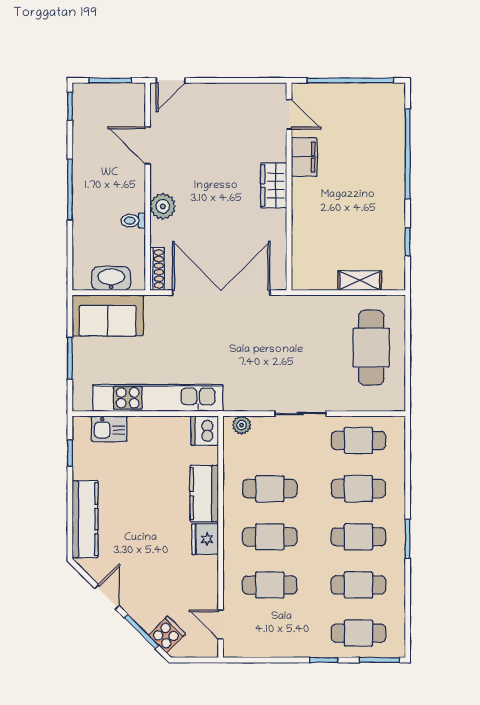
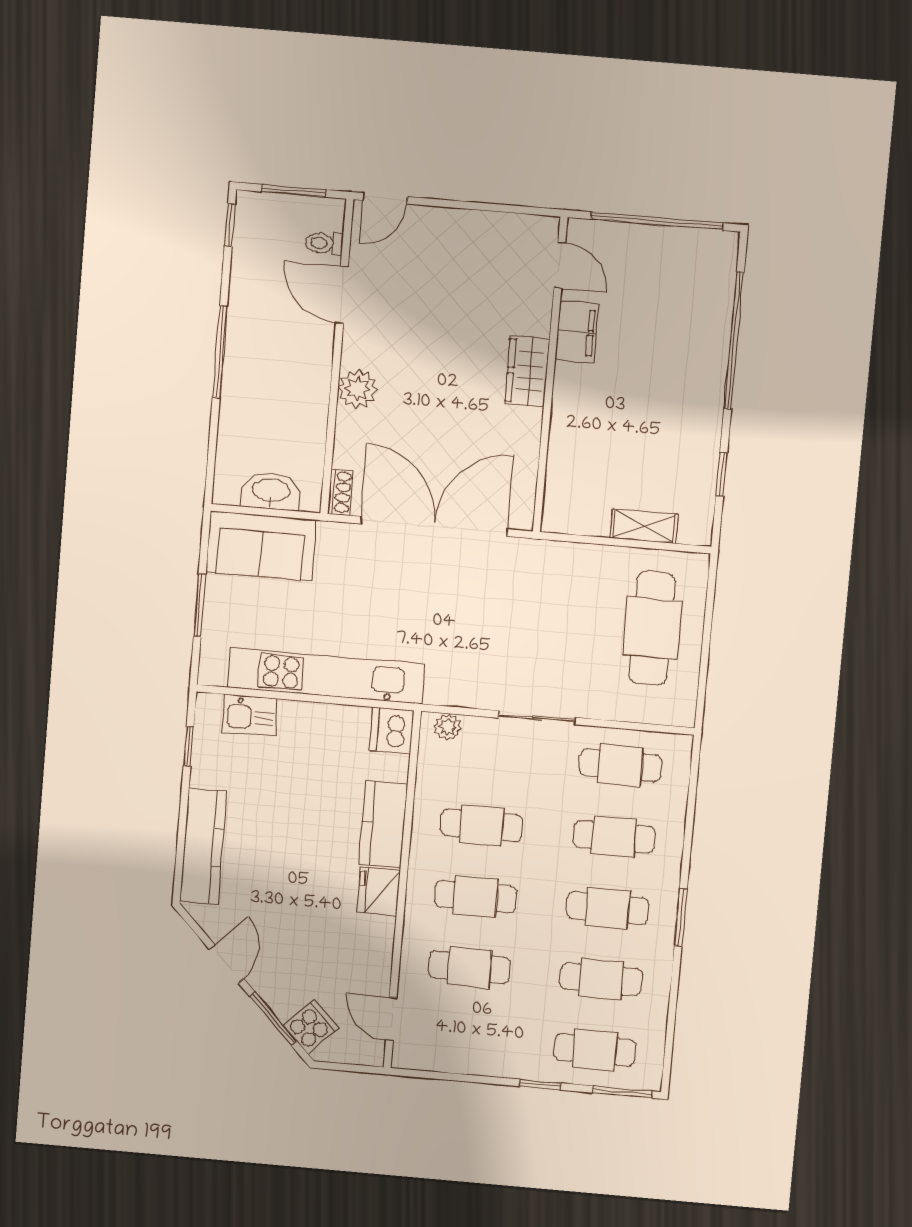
toilet: (133, 221) -> (324, 243), moved
shoe rack: (157, 269) -> (340, 492), width x0.70

